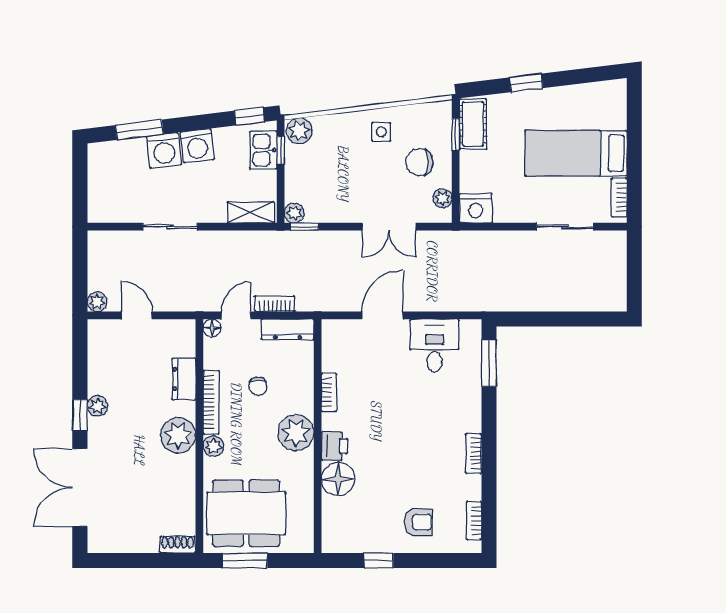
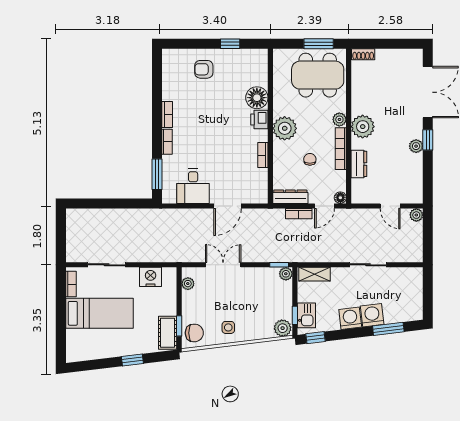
chair: (419, 162) -> (194, 333), moved
nightstand: (476, 208) -> (151, 277), moved
bookcase: (474, 521) -> (167, 142), moved

